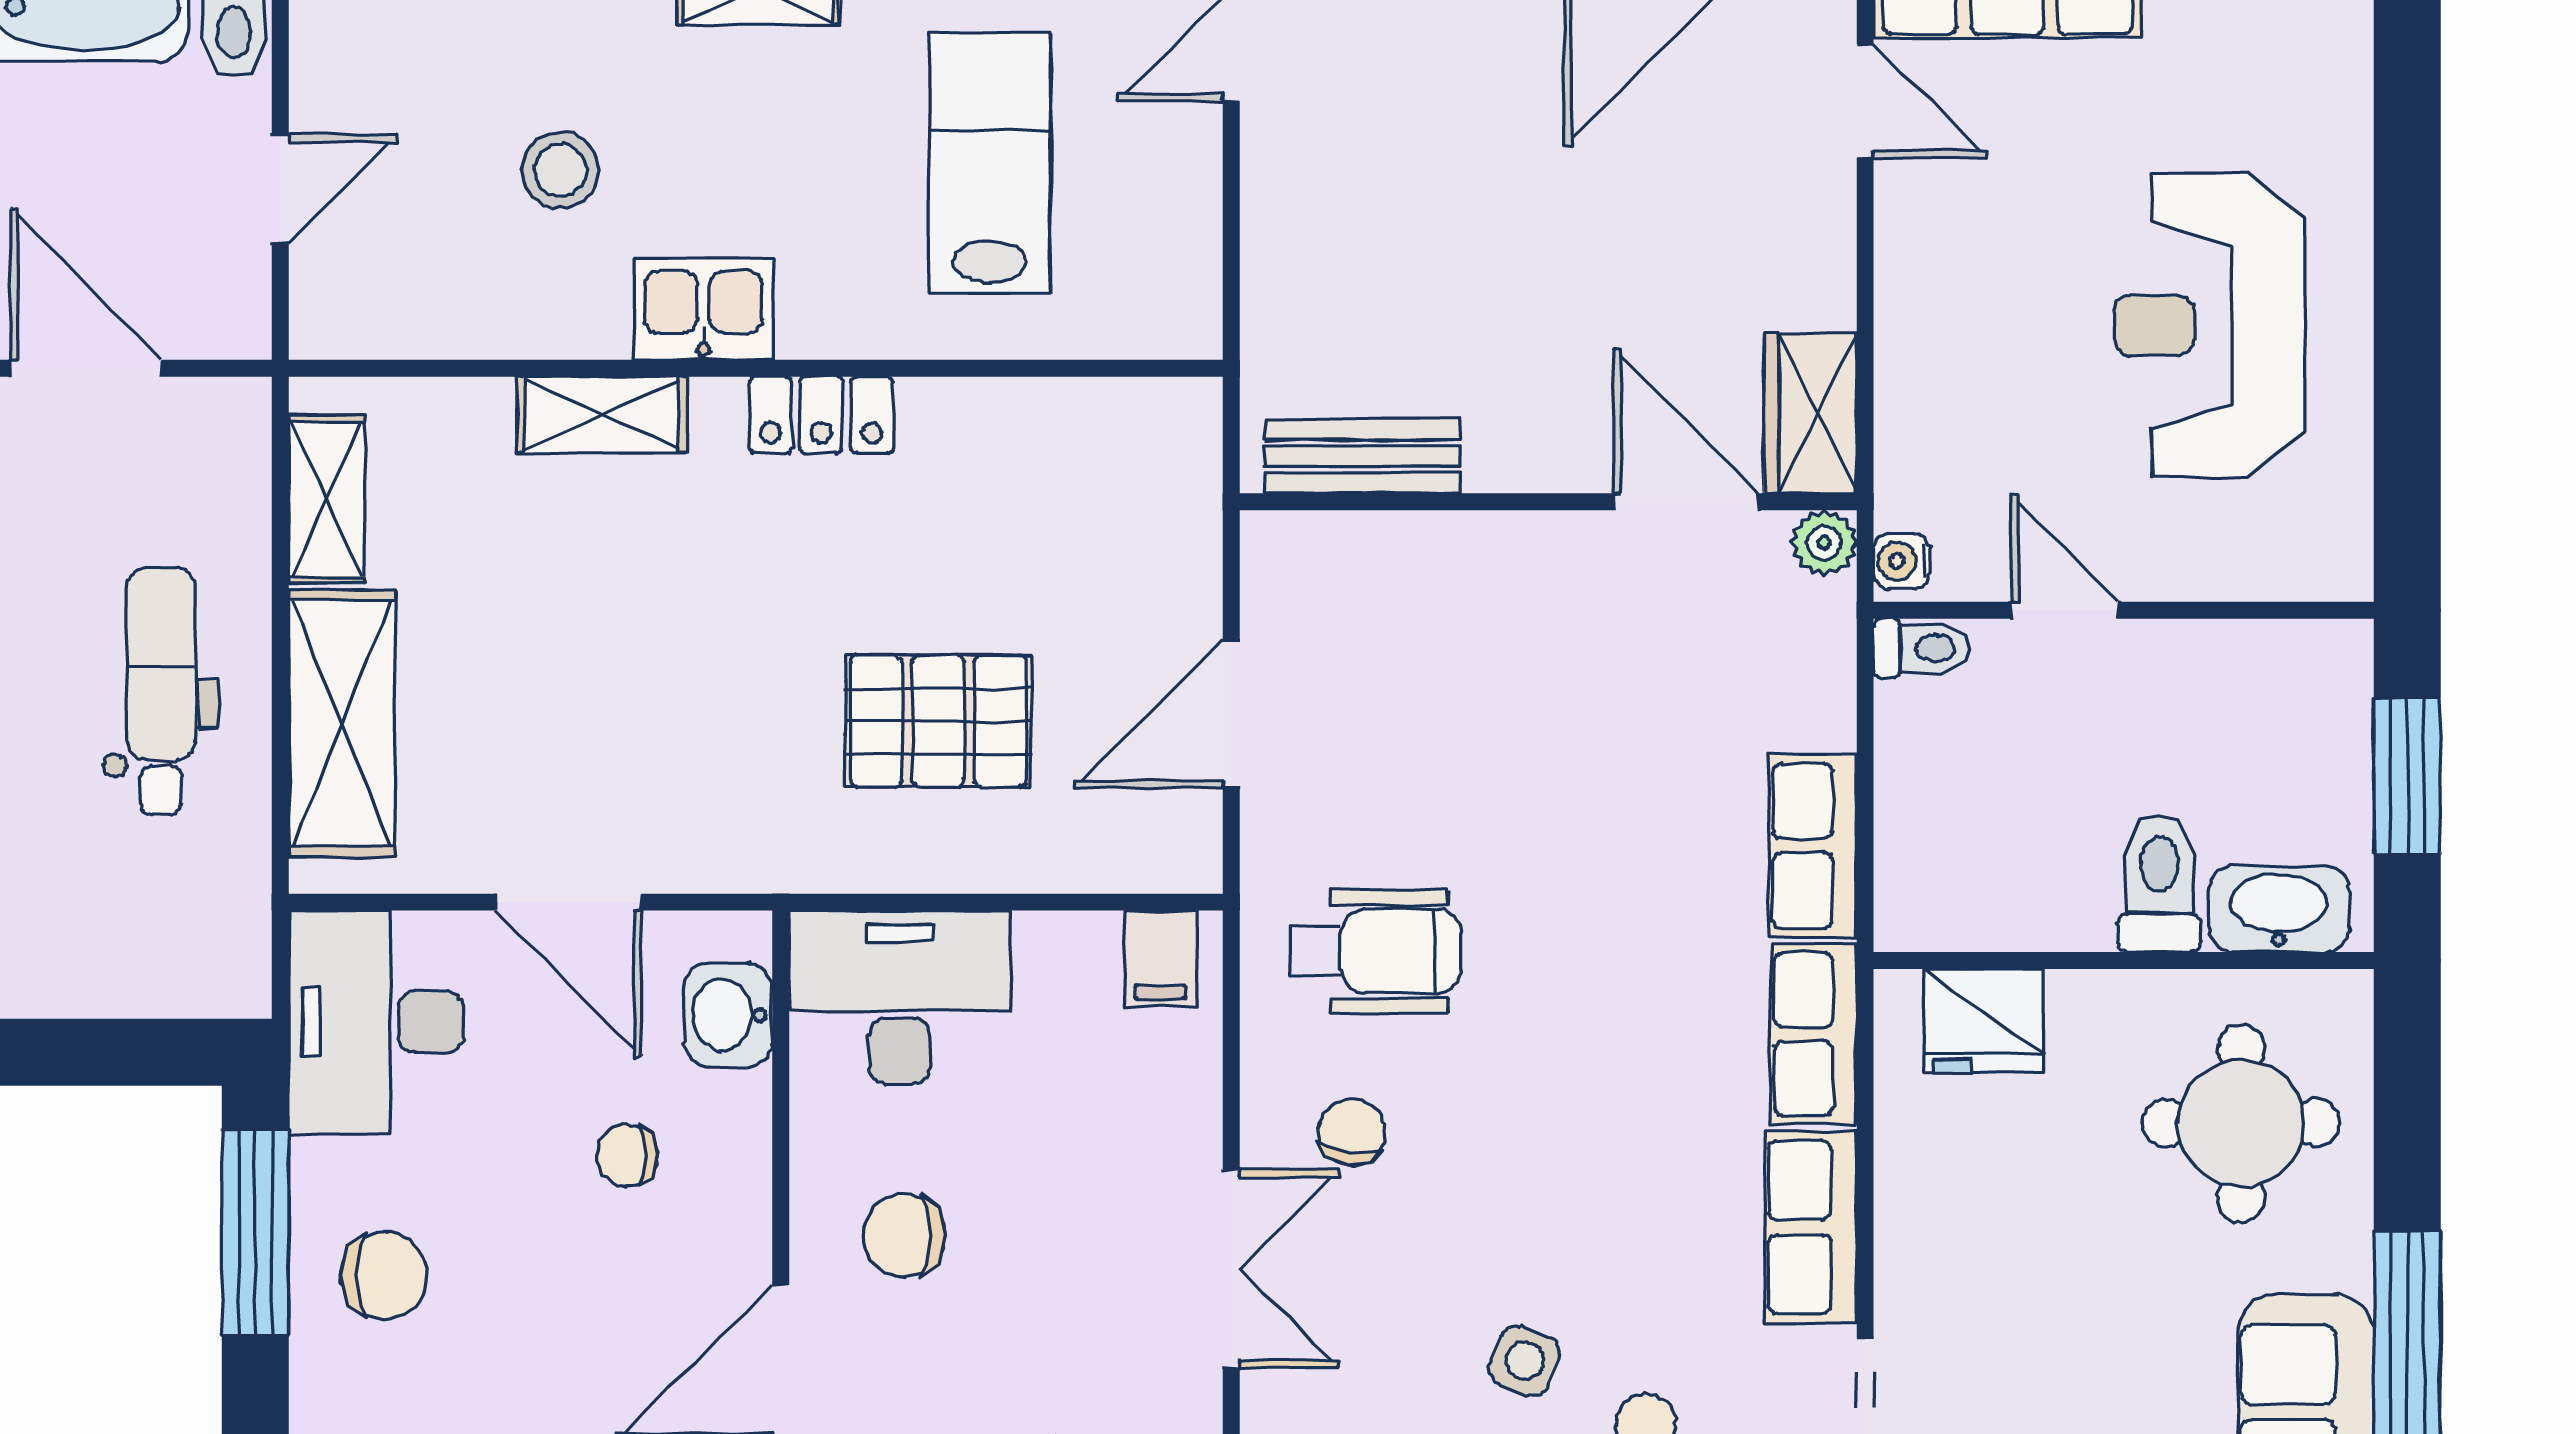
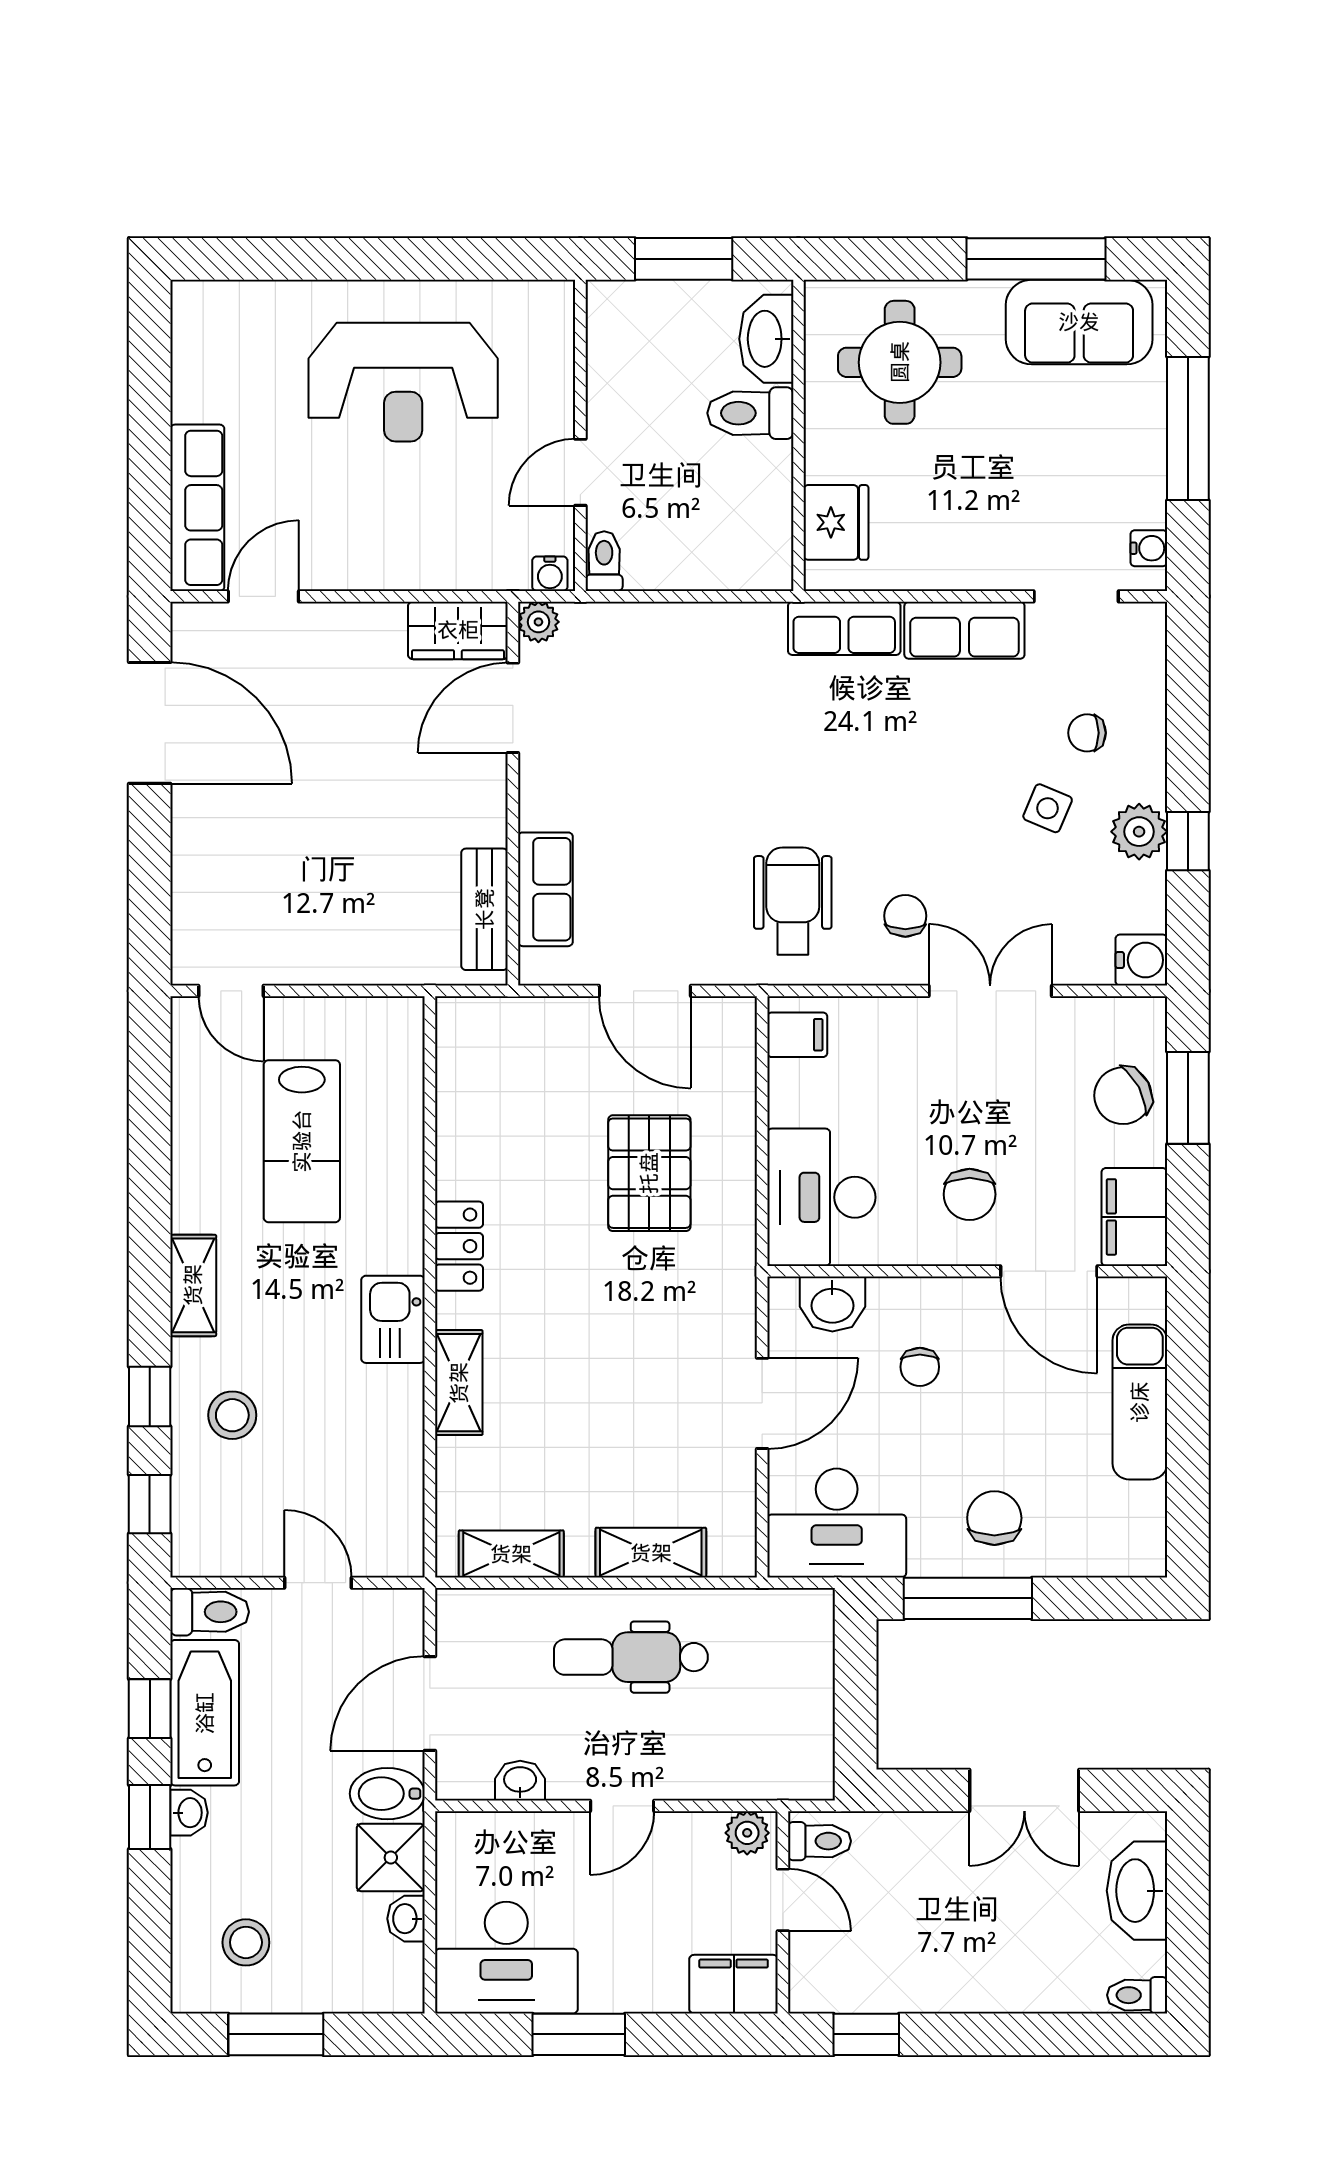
lab bench: (990, 163) -> (302, 1141), turned -90
stool: (560, 170) -> (232, 1415), moved
shelving: (342, 723) -> (651, 1553), width x0.67, depth x0.75
row of seats: (1813, 846) -> (545, 889), moved, turned -90
chair: (1352, 1132) -> (905, 916), turned 83

